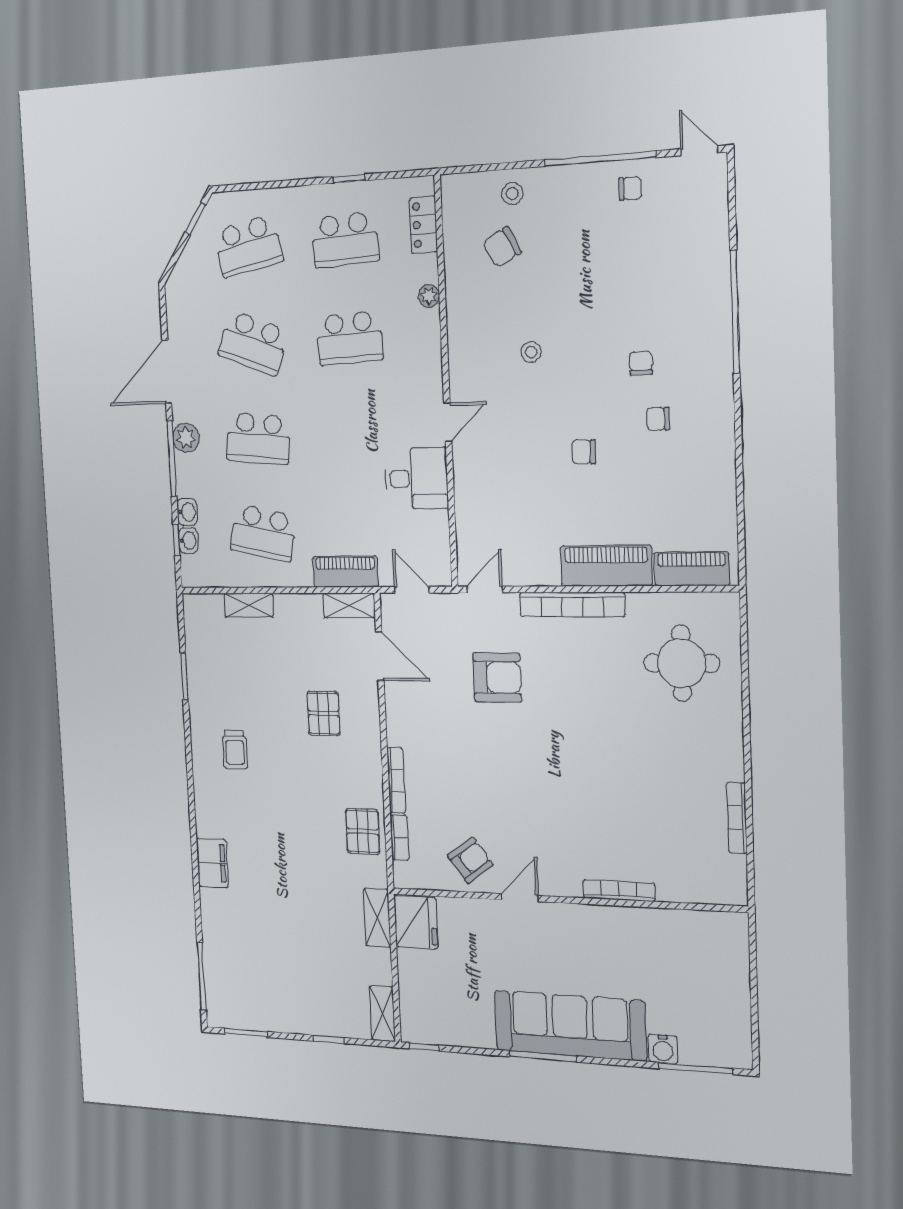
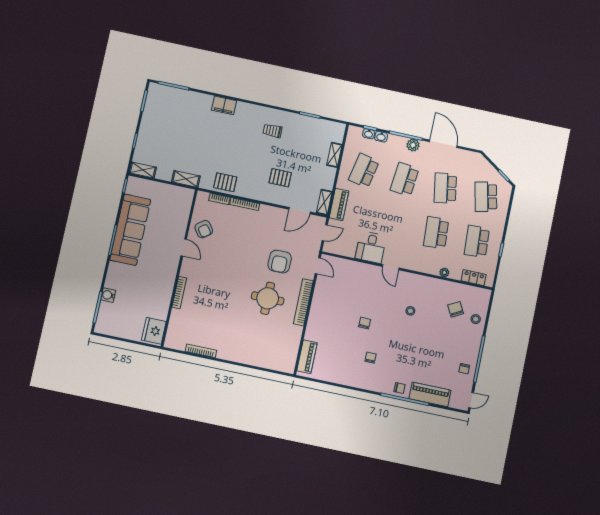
school desk: (253, 343) -> (445, 188), turned -30
chair: (641, 363) -> (400, 388), moved
piano: (606, 566) -> (430, 394), moved, turned -90
round table: (682, 663) -> (268, 298), moved
fridge: (416, 922) -> (154, 331), moved, turned 90
sofa: (570, 1026) -> (130, 230), moved

